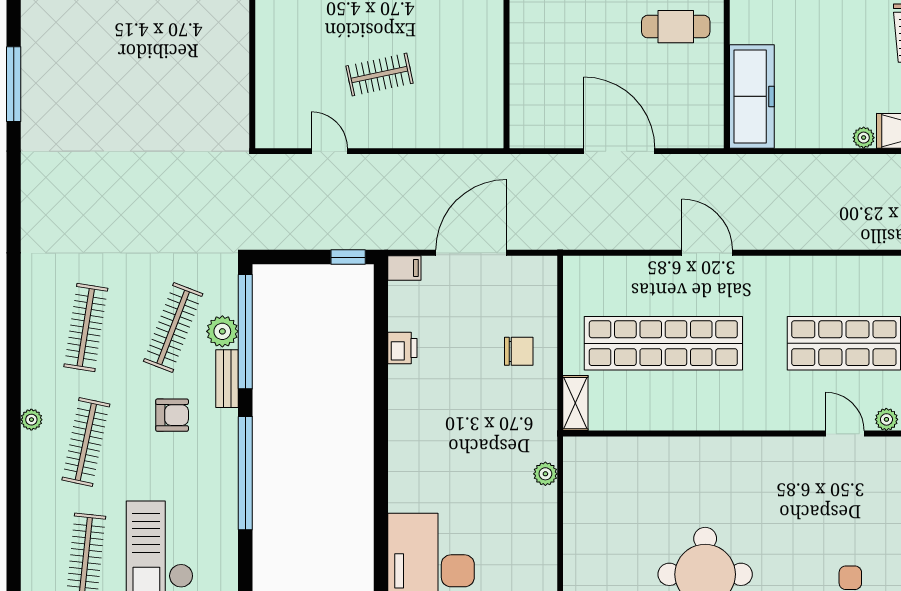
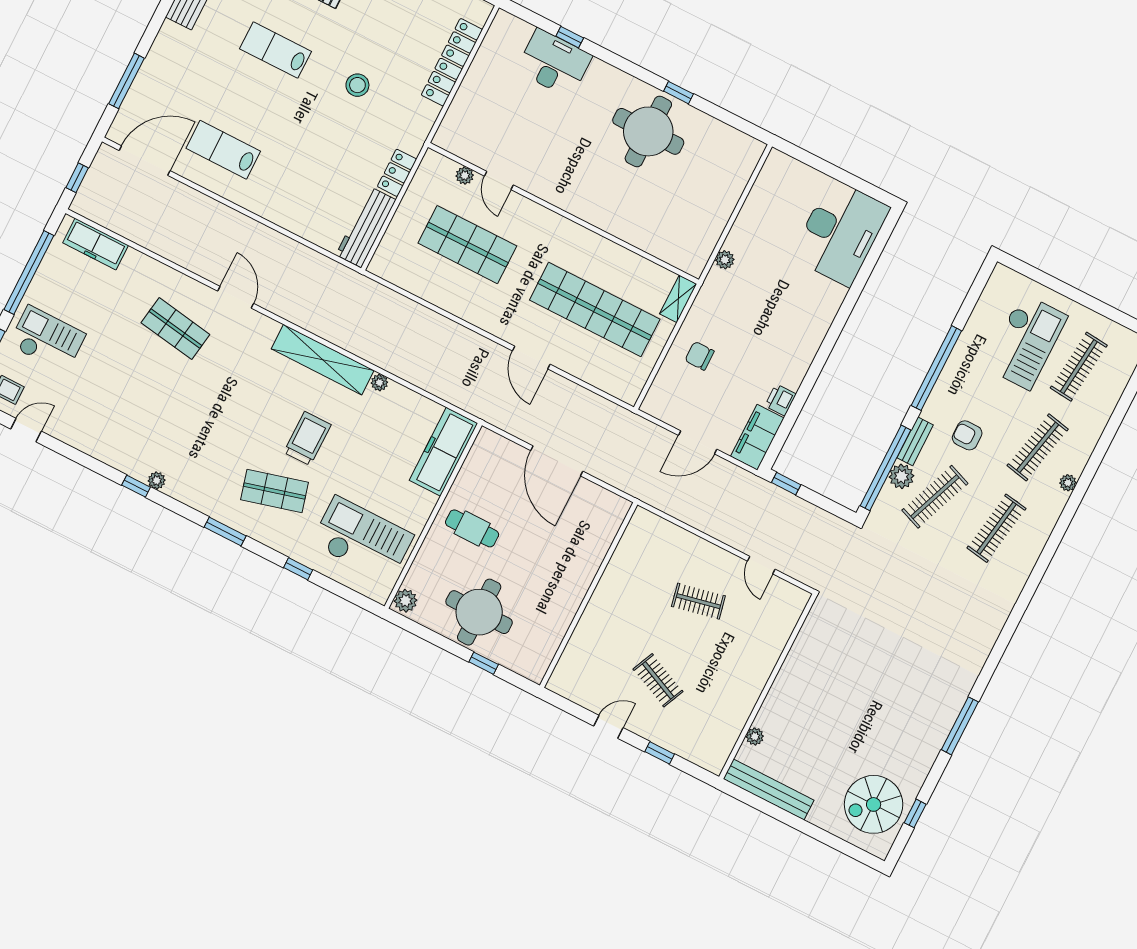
door: (471, 253) -> (698, 442), width x0.73
filing cabinet: (404, 268) -> (757, 437), width x3.00, depth x1.17

